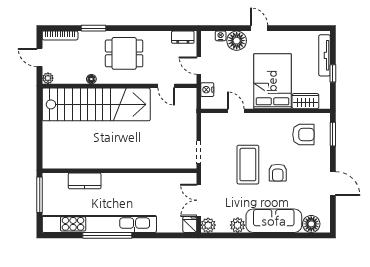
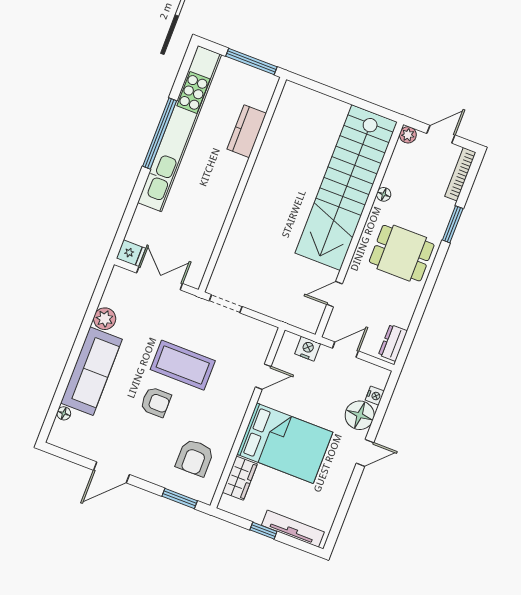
dining table: (124, 53) -> (402, 253), turned 90
armchair: (278, 173) -> (156, 402), turned 180
floor lamp: (311, 224) -> (64, 413), width x0.53, depth x0.53
plant: (208, 225) -> (120, 278), removed

